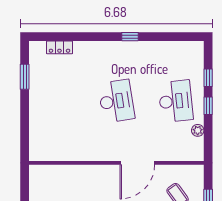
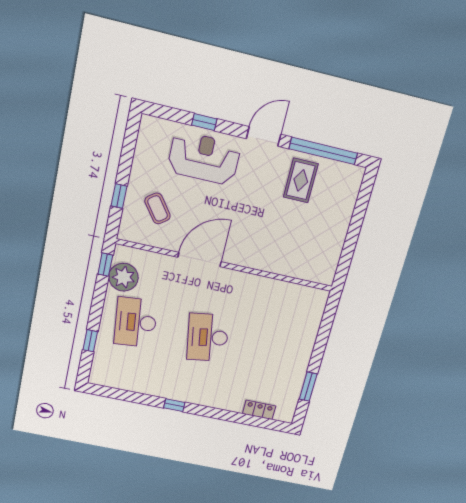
window: (208, 106) -> (105, 265), moved
plant: (198, 130) -> (123, 277), width x1.87, depth x1.87

